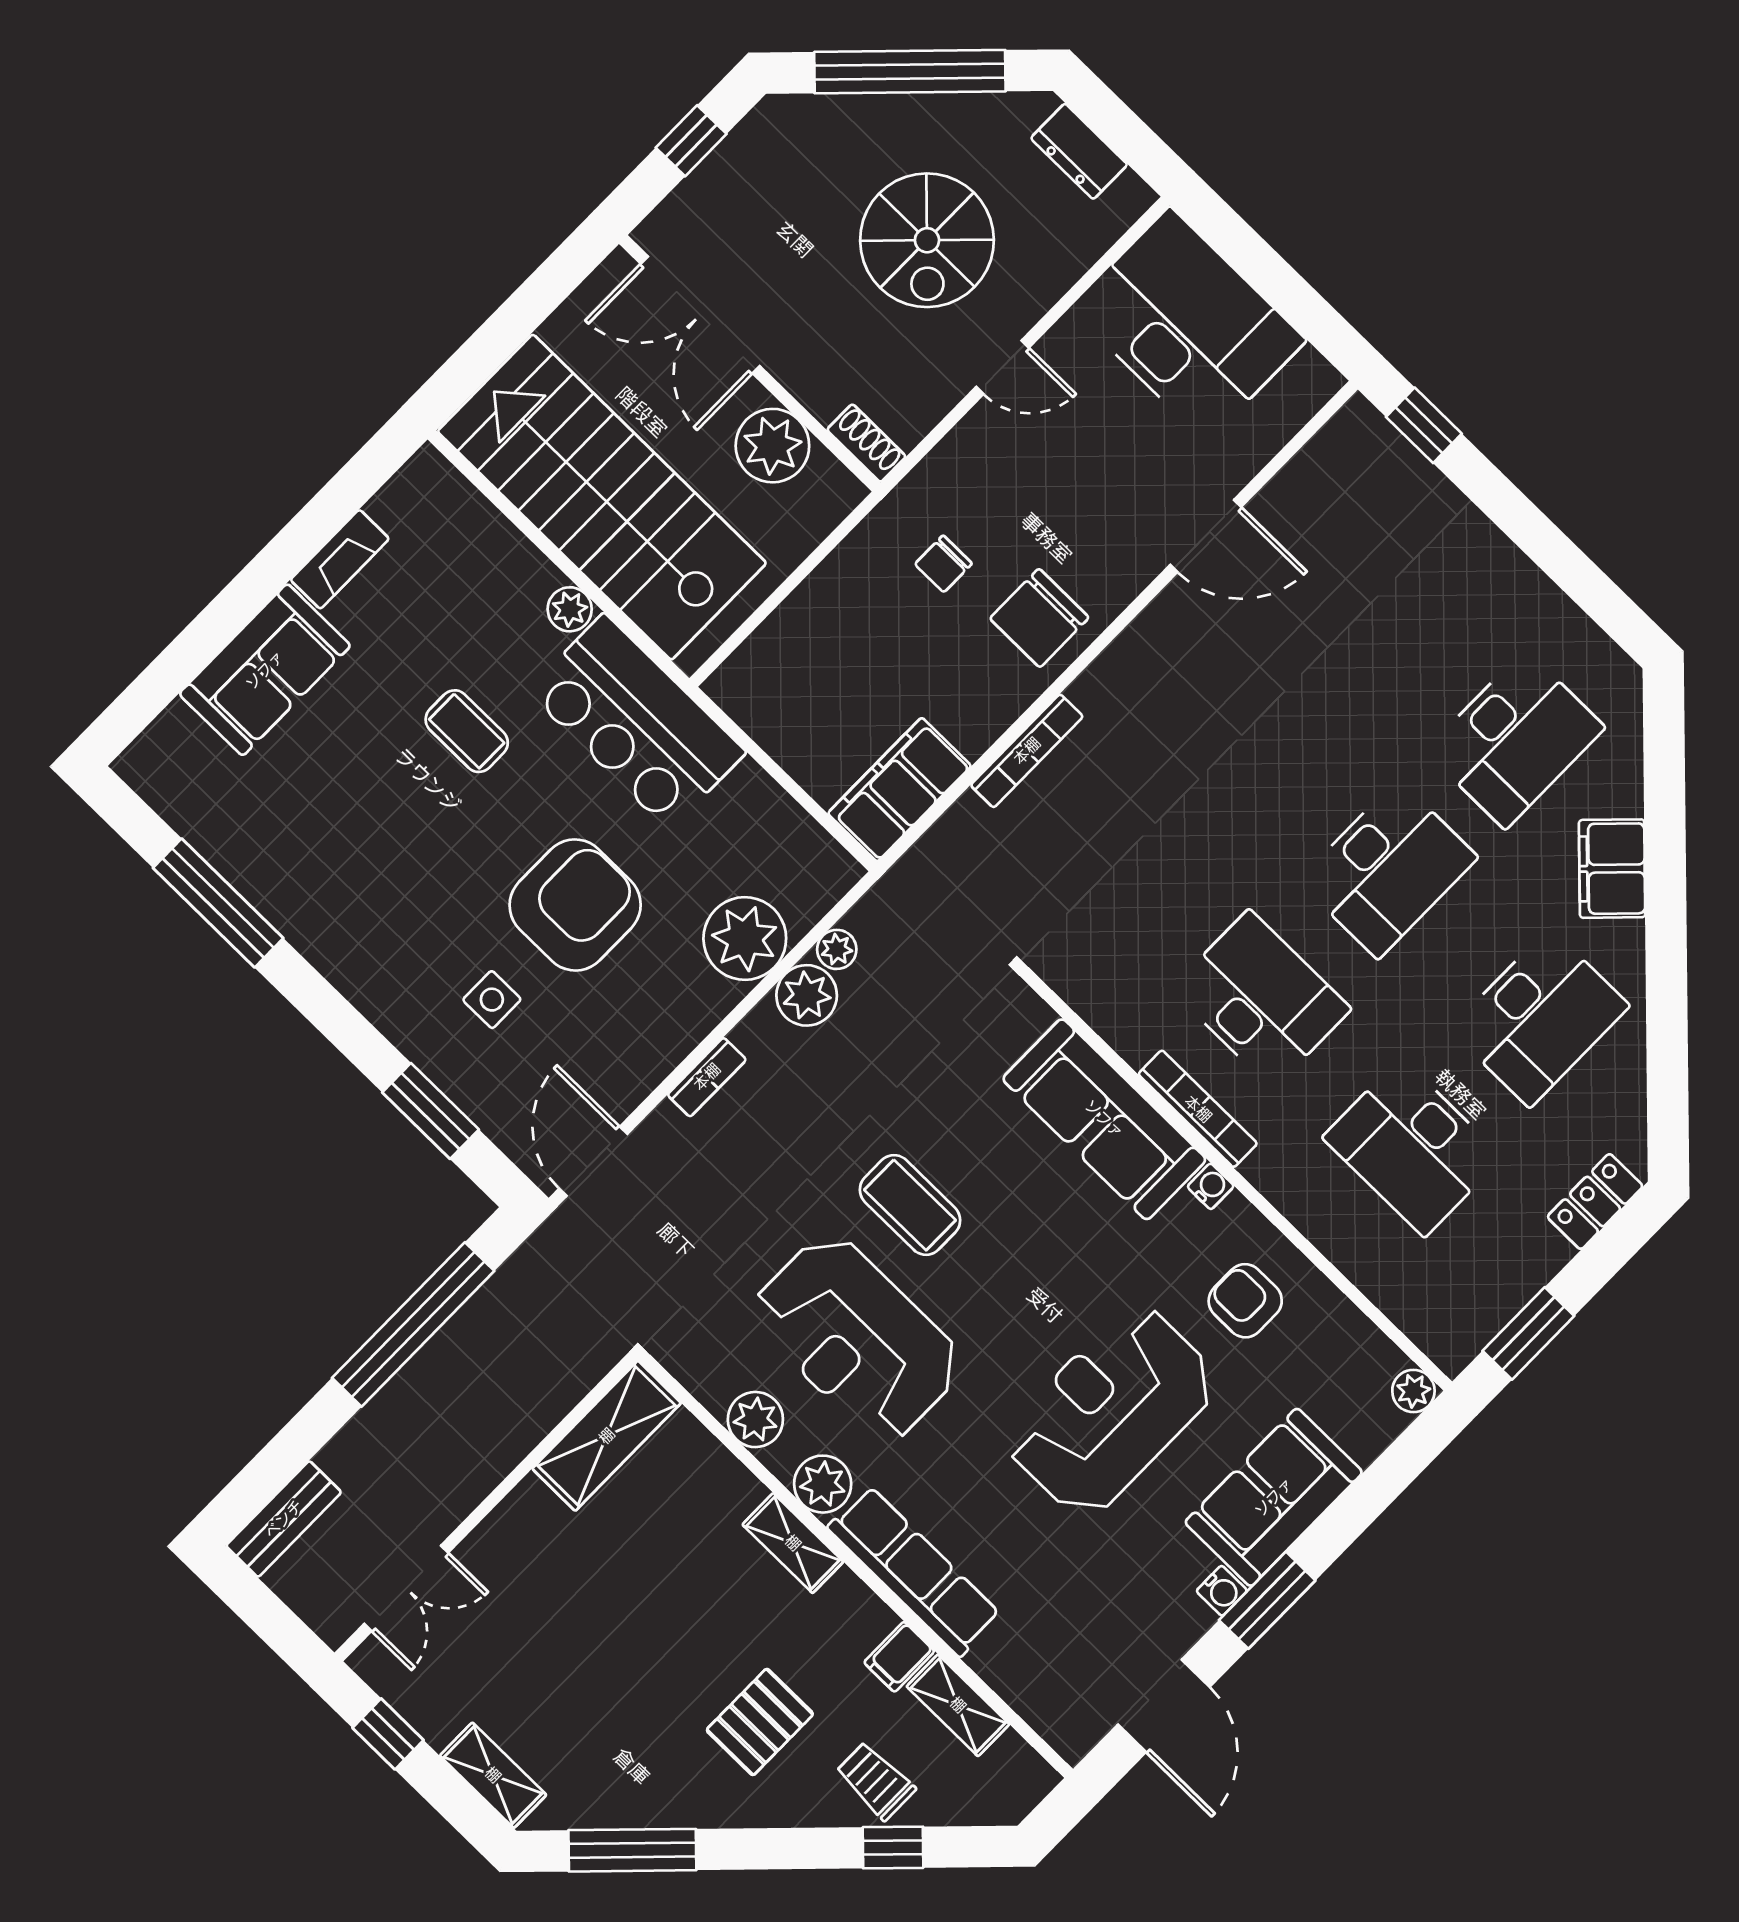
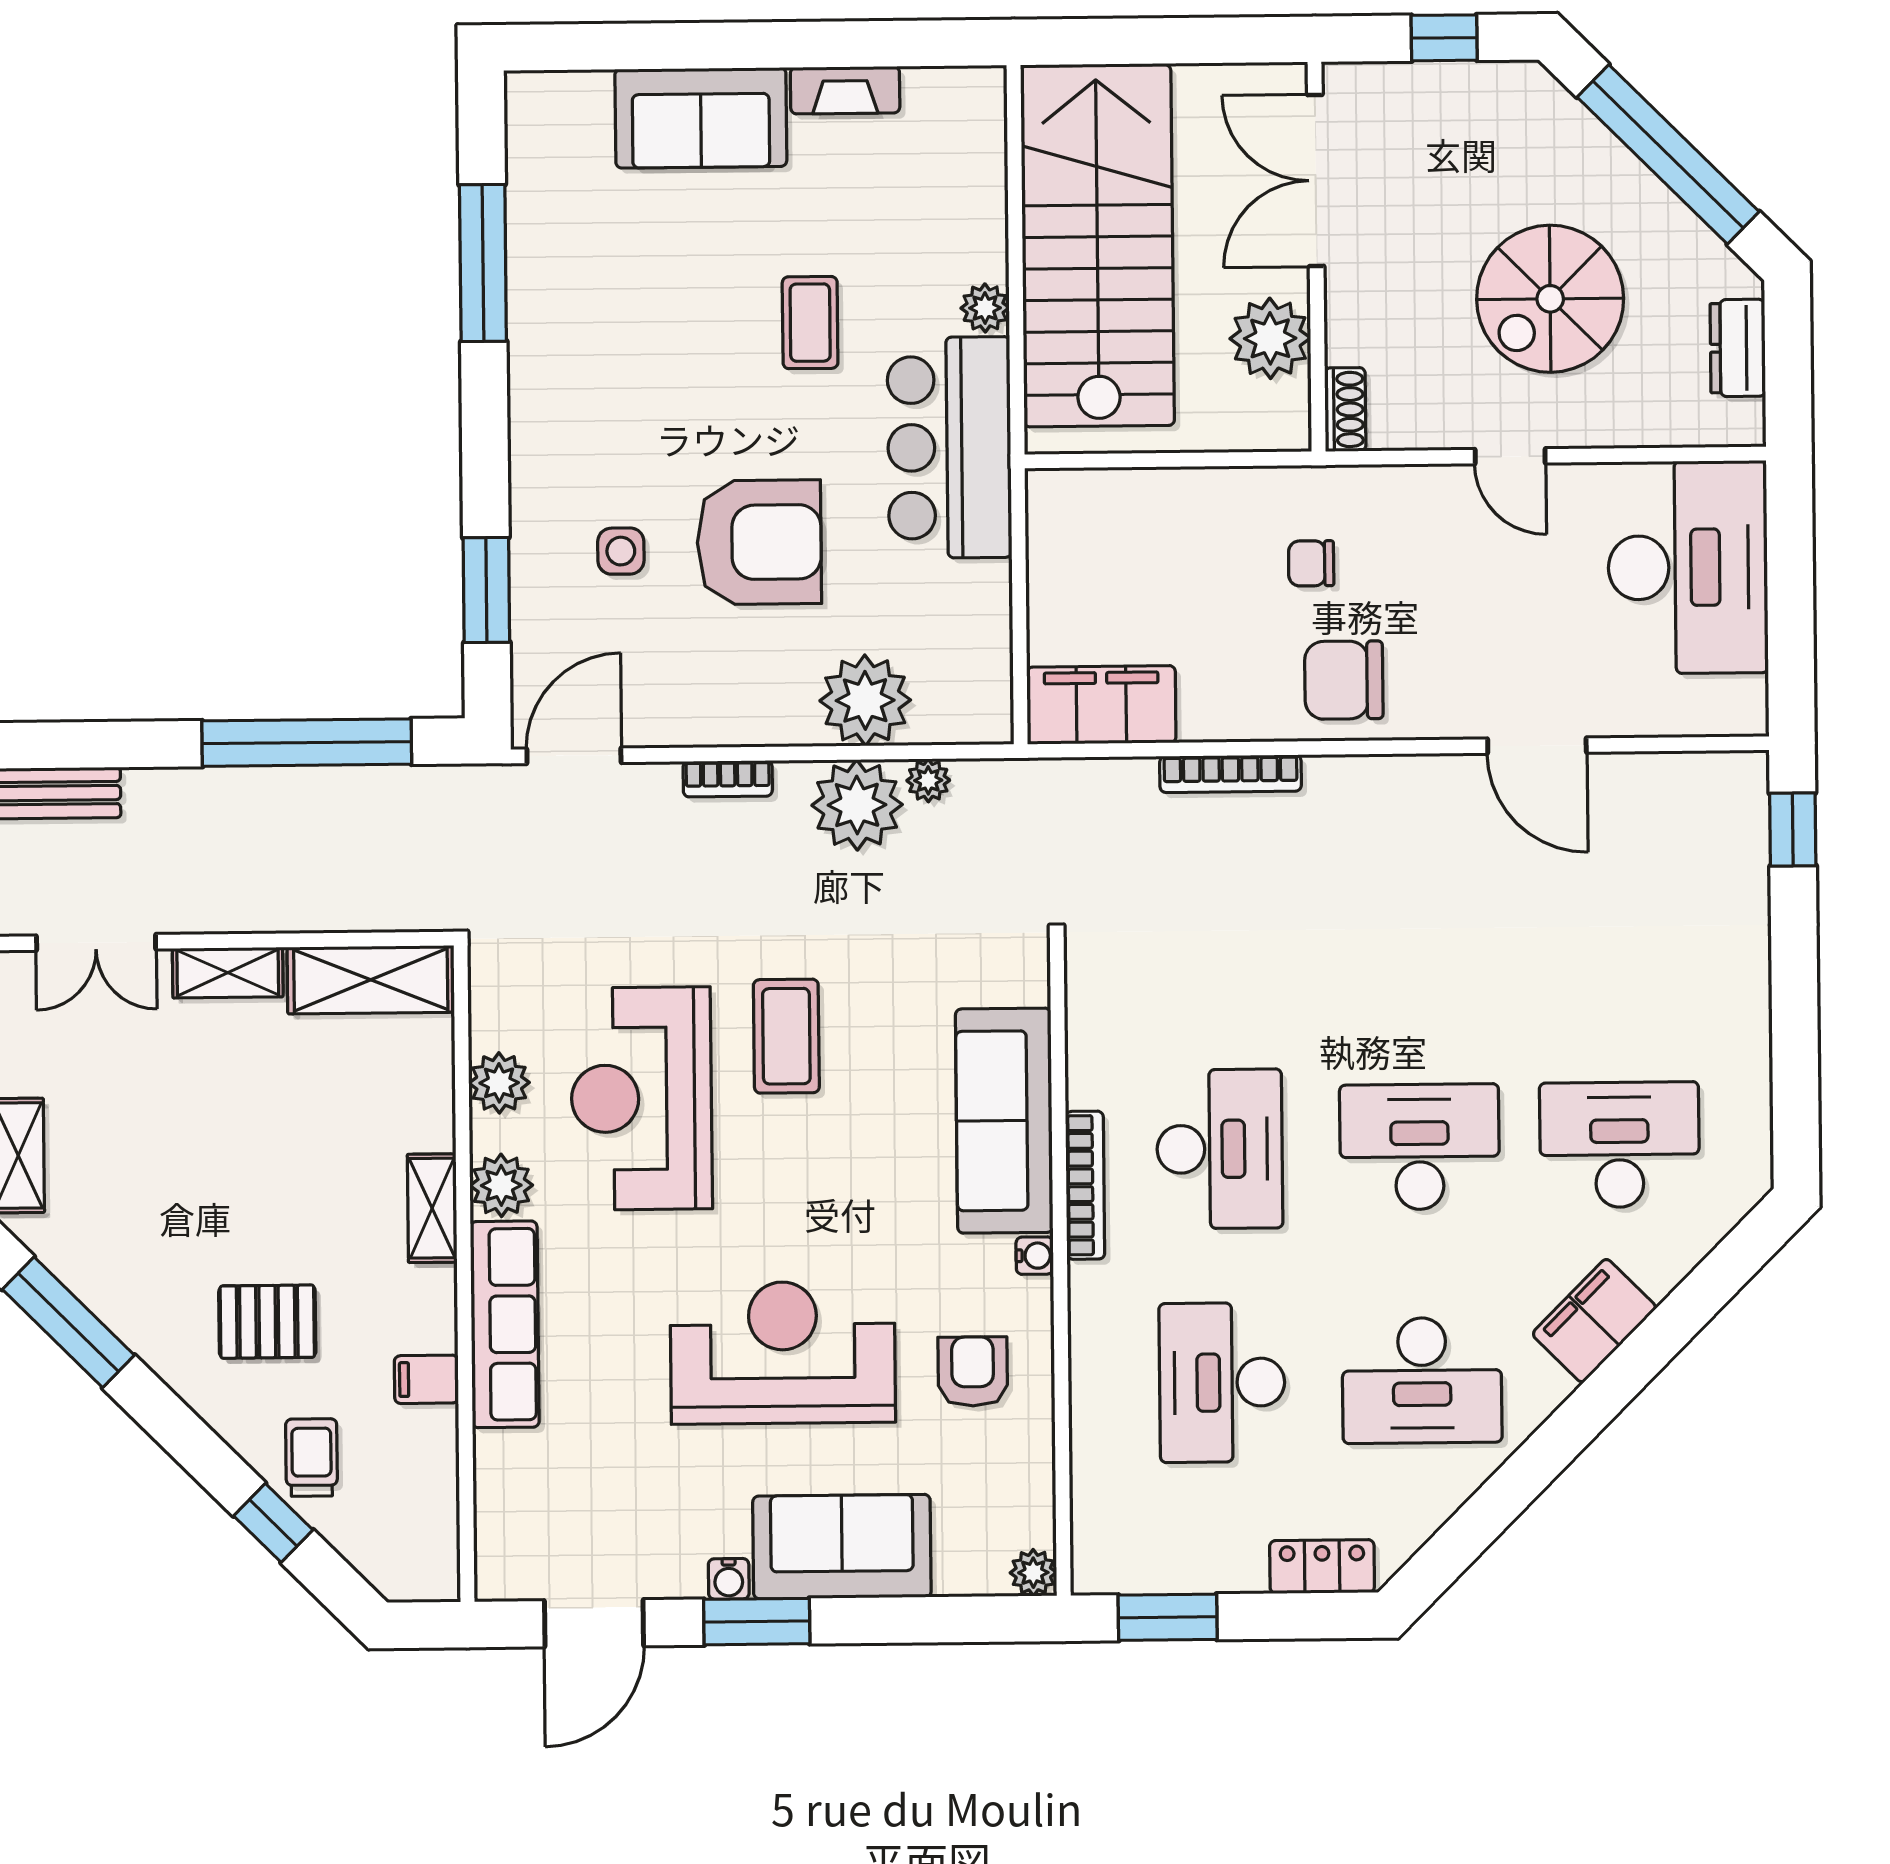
desk: (1515, 739) -> (1619, 1145), turned 180
desk: (1388, 869) -> (1420, 1147), turned 180
plant: (807, 995) -> (857, 805), width x1.36, depth x1.36
shelving: (958, 1705) -> (228, 973), moved, turned 90

